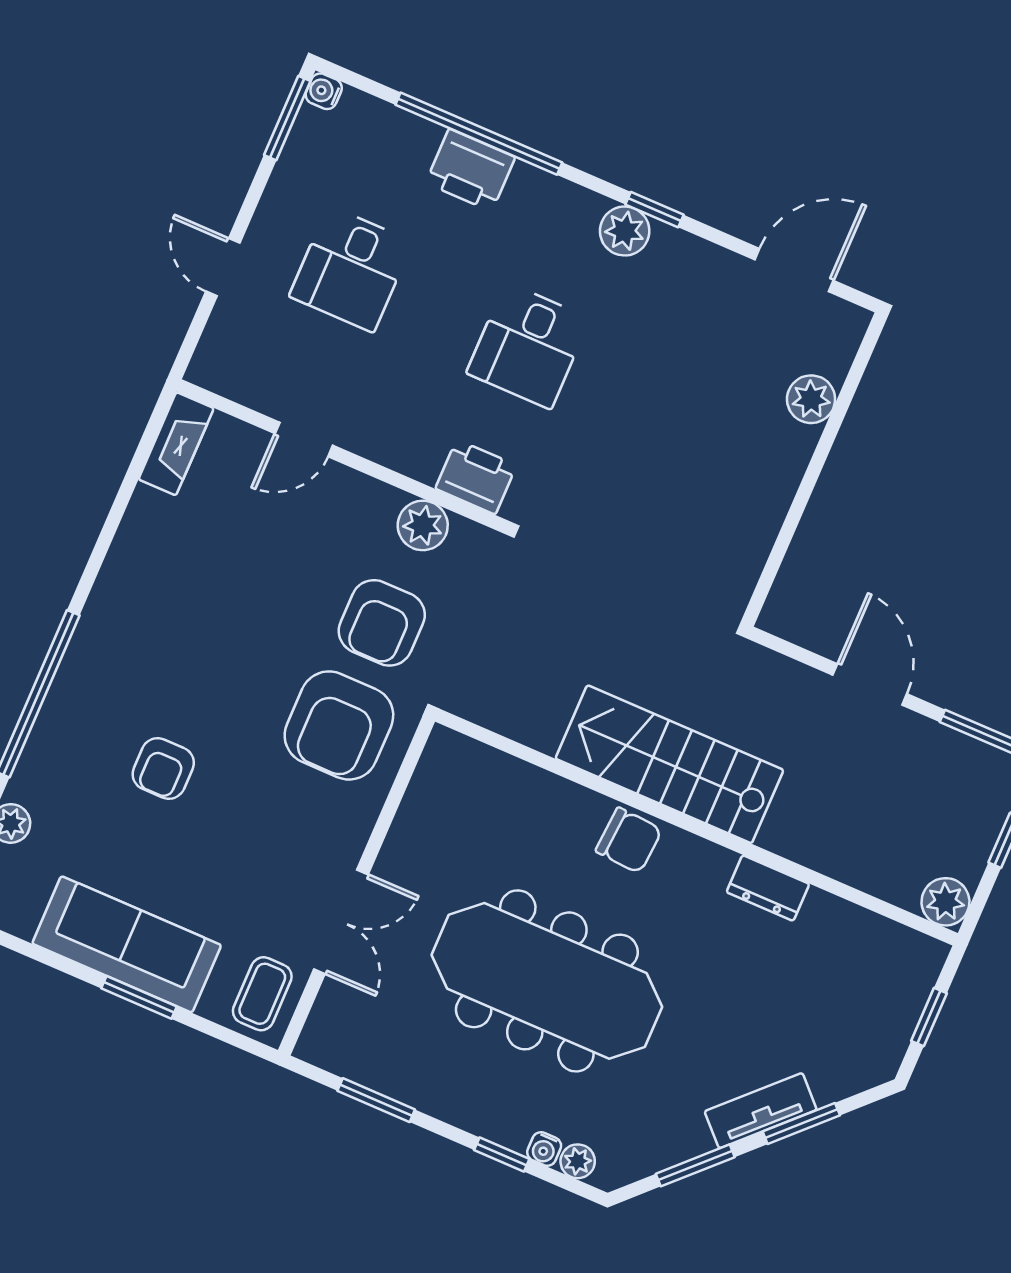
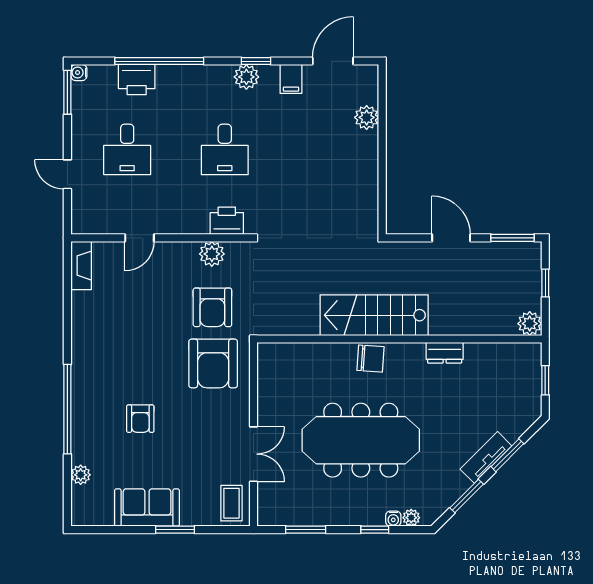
printer: (470, 170) -> (137, 80), moved
filing cabinet: (704, 270) -> (291, 79), added
sofa: (127, 944) -> (147, 507), width x0.73

